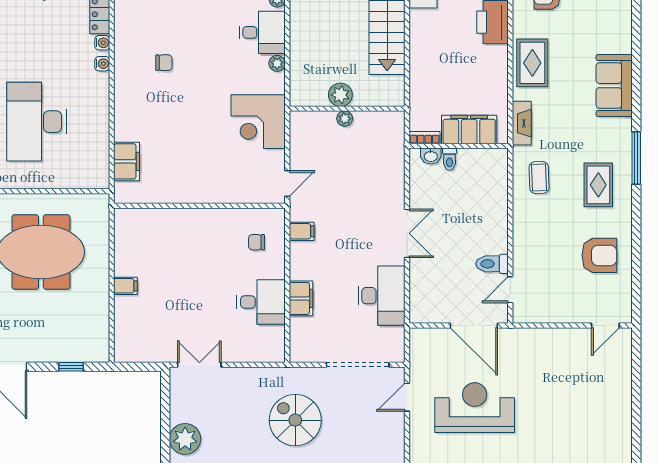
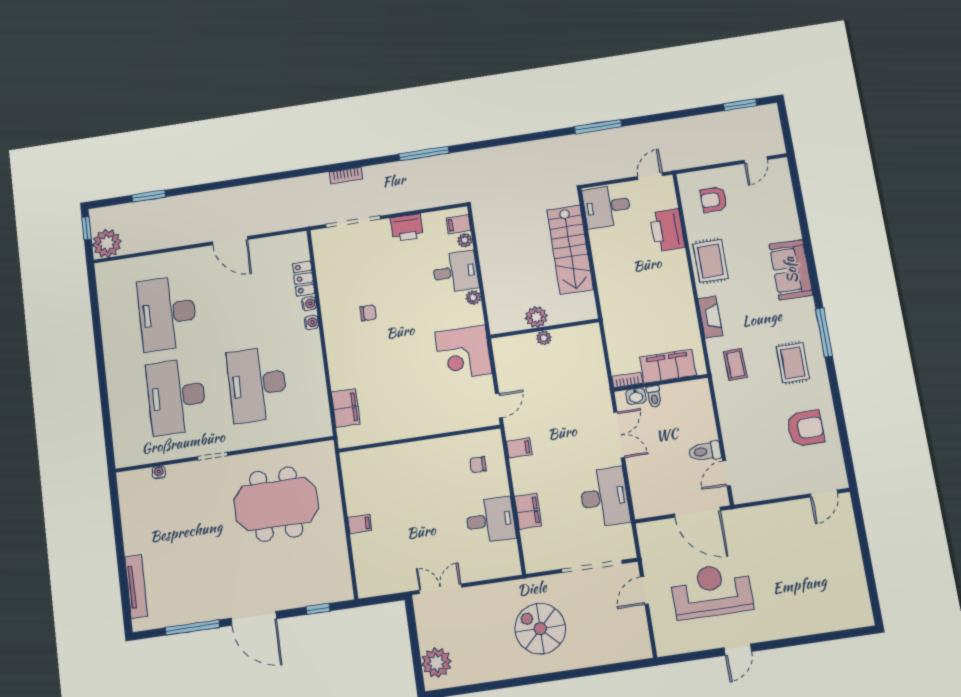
filing cabinet: (469, 129) -> (668, 366), moved
bookcase: (425, 138) -> (627, 380), moved
wall: (459, 146) -> (661, 383), moved
washbasin: (431, 156) -> (636, 396), moved
toilet: (449, 159) -> (654, 396), moved

